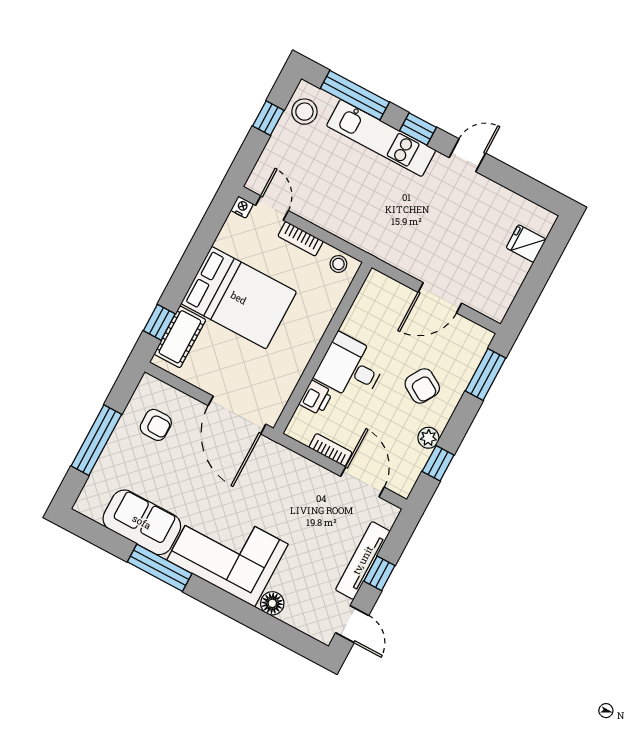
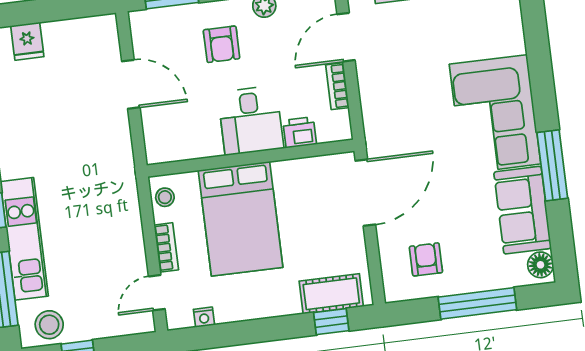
nightstand: (242, 207) -> (204, 317), moved, turned -90
bed: (239, 298) -> (241, 219), moved, turned 180
armchair: (422, 386) -> (222, 44), turned 149
floor lamp: (272, 603) -> (541, 265), moved

